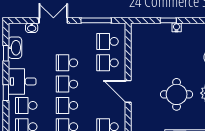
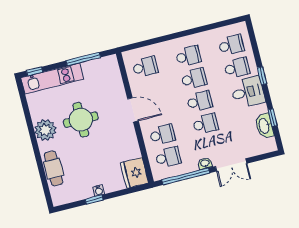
window: (96, 20) -> (186, 176), width x1.46
window: (168, 20) -> (94, 200), moved
washbasin: (32, 28) -> (205, 163), moved
fridge: (141, 35) -> (134, 173), added

